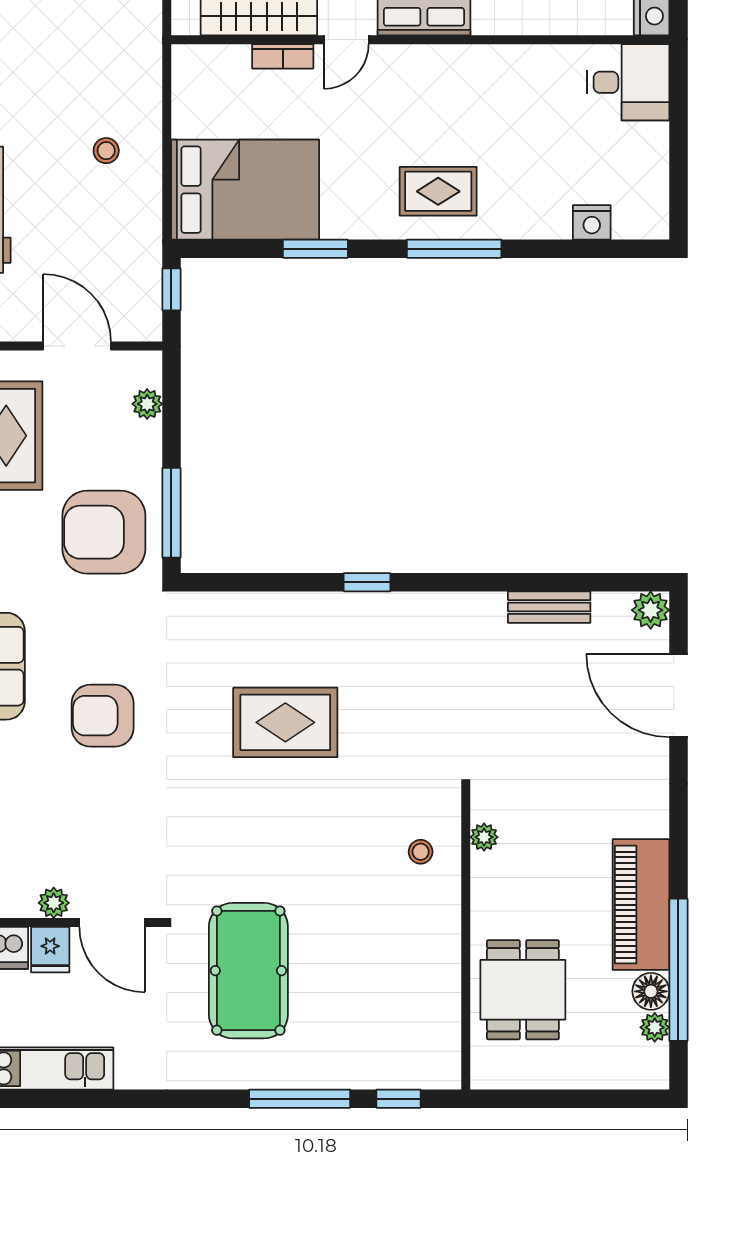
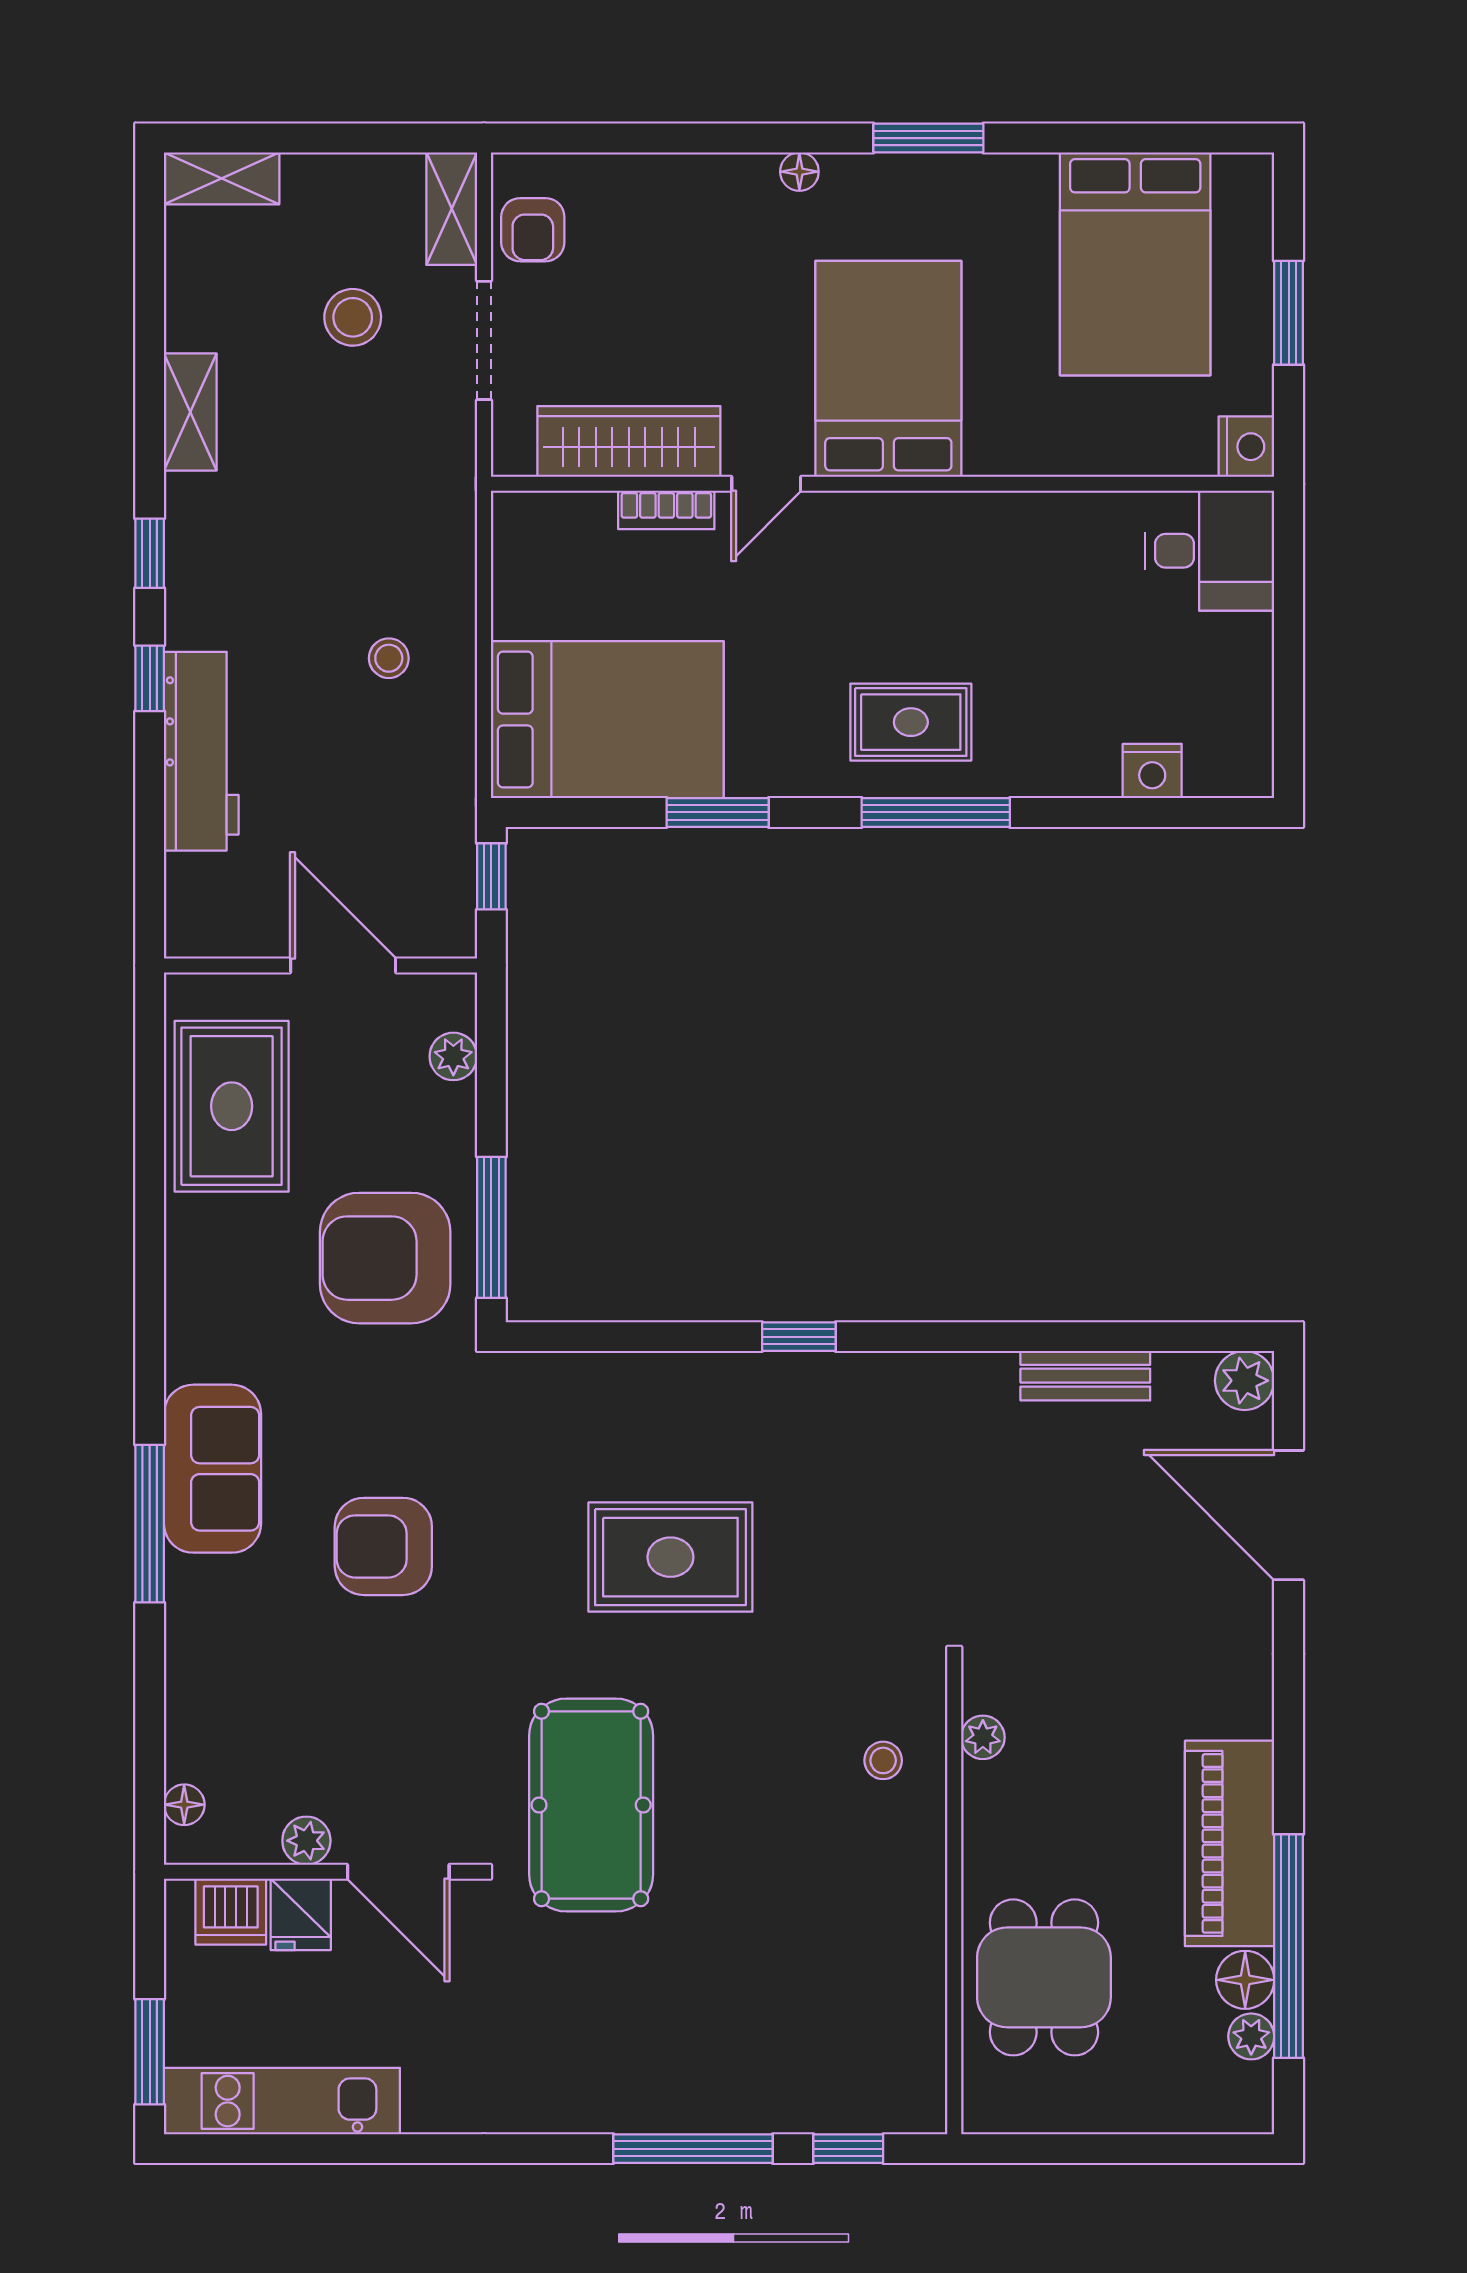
pool table: (248, 971) -> (591, 1805), moved

